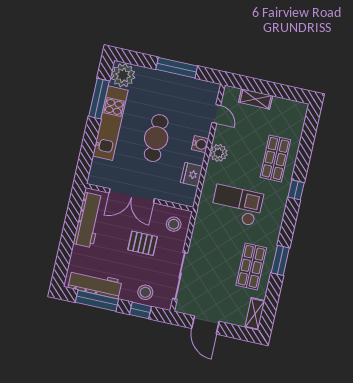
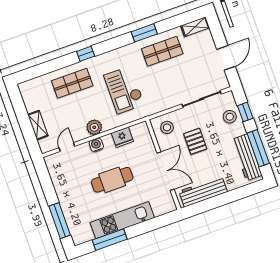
window: (177, 68) -> (60, 221), moved
plant: (123, 75) -> (81, 233), removed

